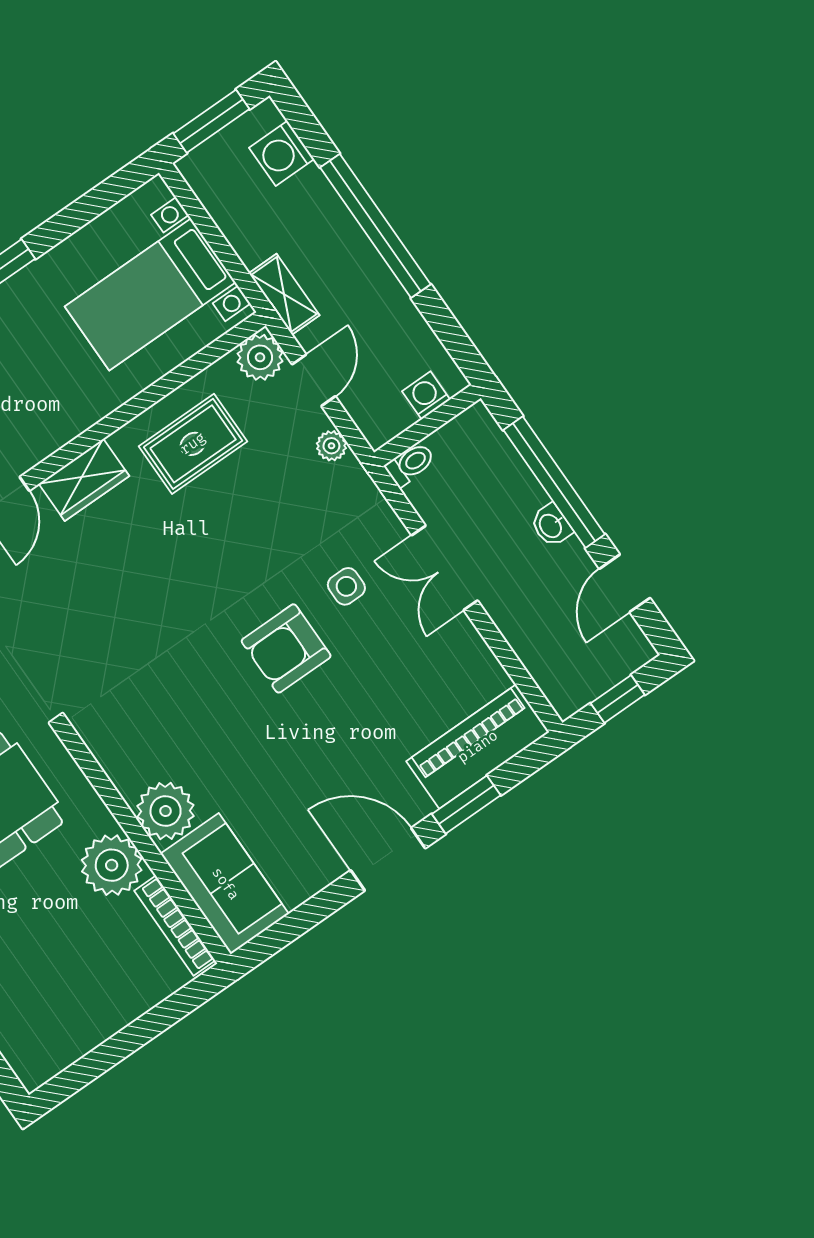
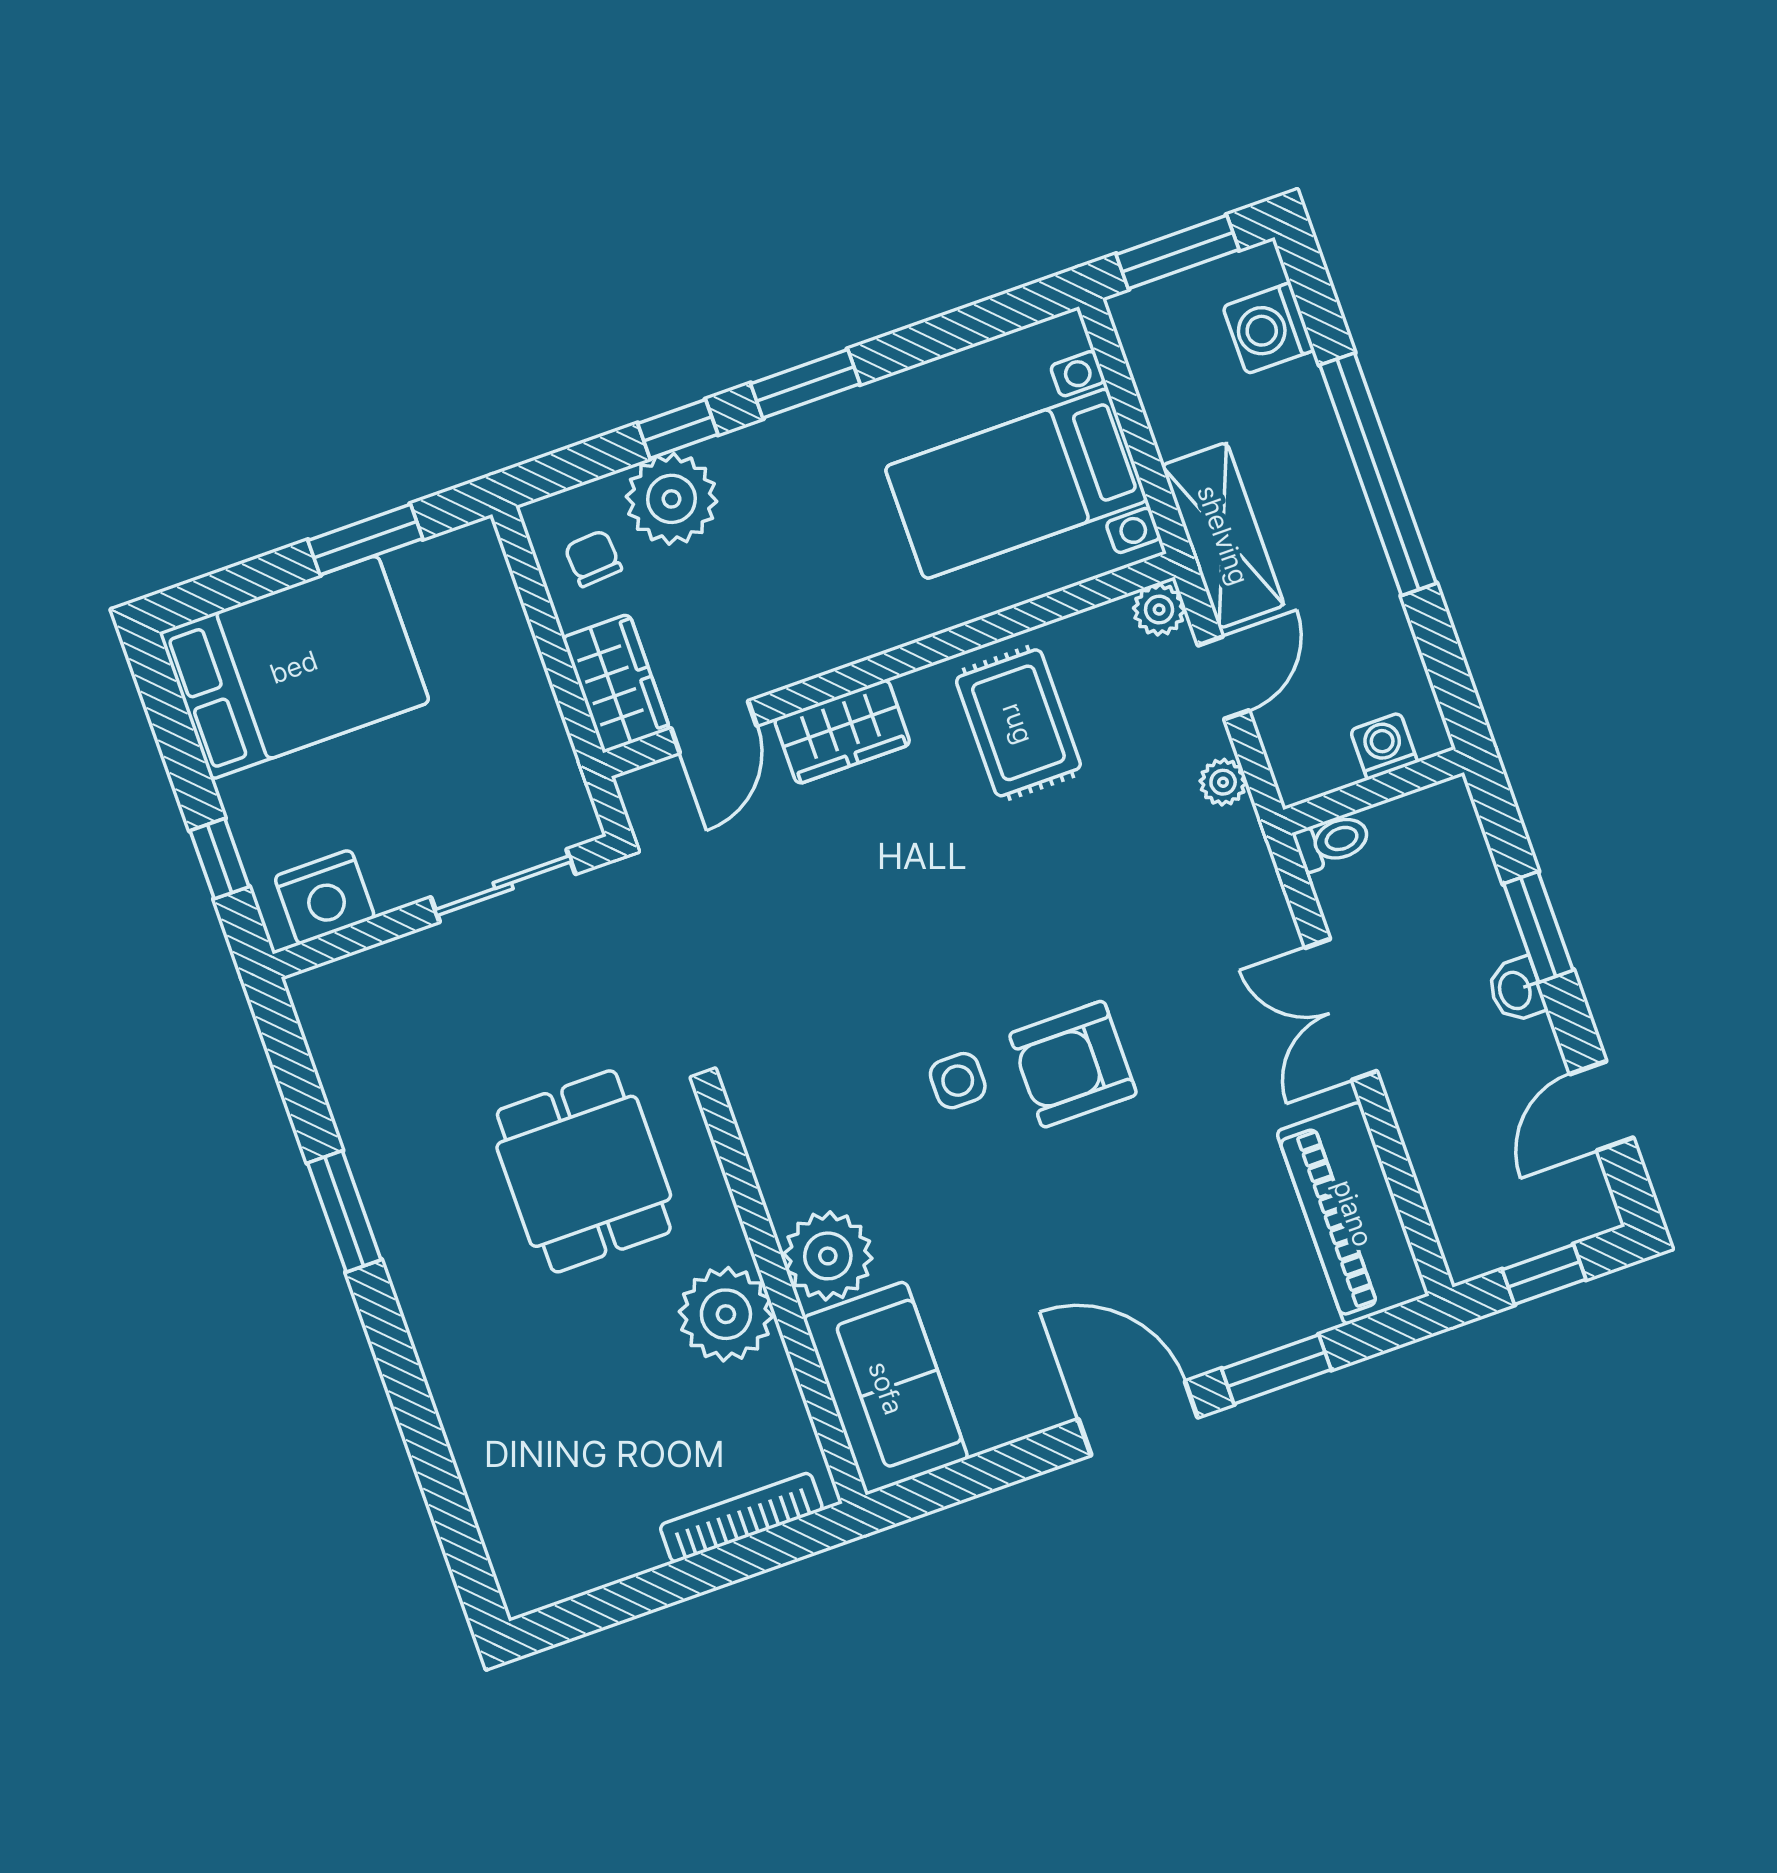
shelving: (284, 294) -> (1223, 535), width x1.50, depth x1.33
plant: (260, 357) -> (1159, 610), width x0.73, depth x0.73
rug: (193, 444) -> (1018, 723), turned 90
window: (554, 482) -> (1538, 927), width x0.47
side table: (346, 586) -> (958, 1081), moved
piano: (478, 747) -> (1353, 1213), moved, turned -90
bookcase: (175, 926) -> (741, 1518), moved, turned 90

